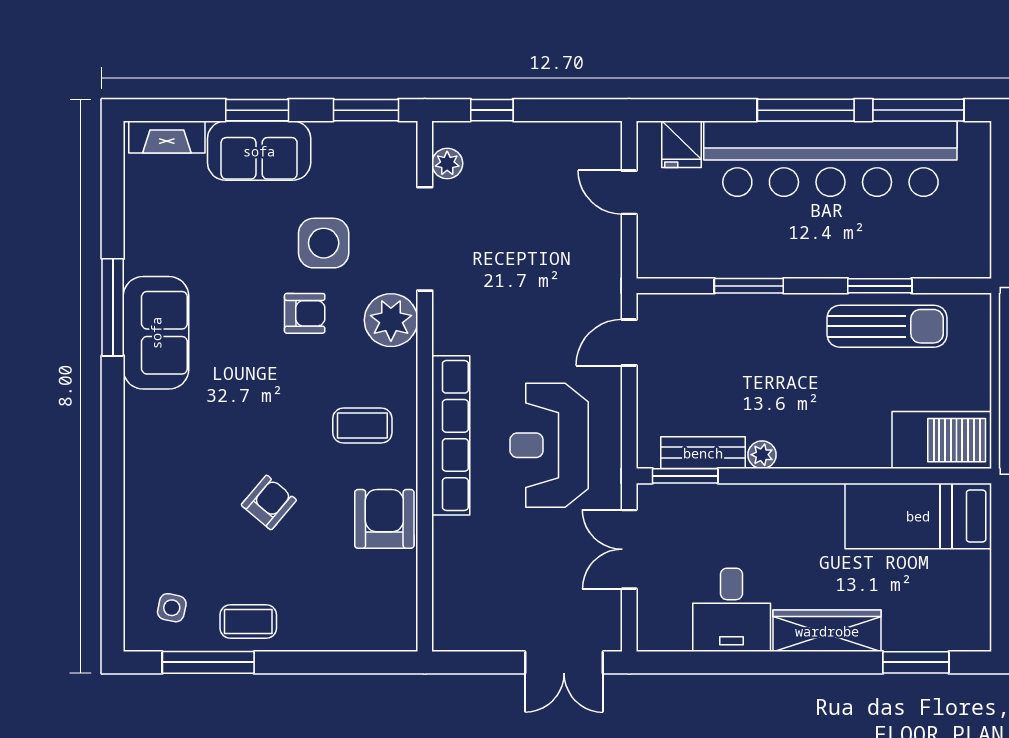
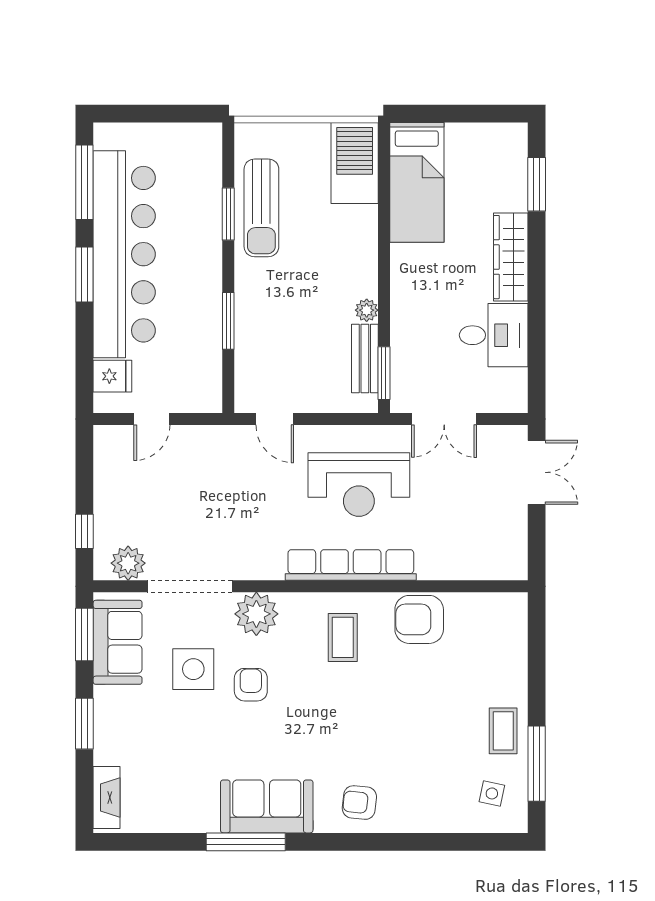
window: (806, 110) -> (84, 274), width x0.69
sofa: (259, 151) -> (118, 642), moved
plant: (447, 163) -> (128, 563), width x1.38, depth x1.38
sun lounger: (887, 326) -> (261, 208), turned 180
armchair: (269, 502) -> (359, 803), moved, turned -34

